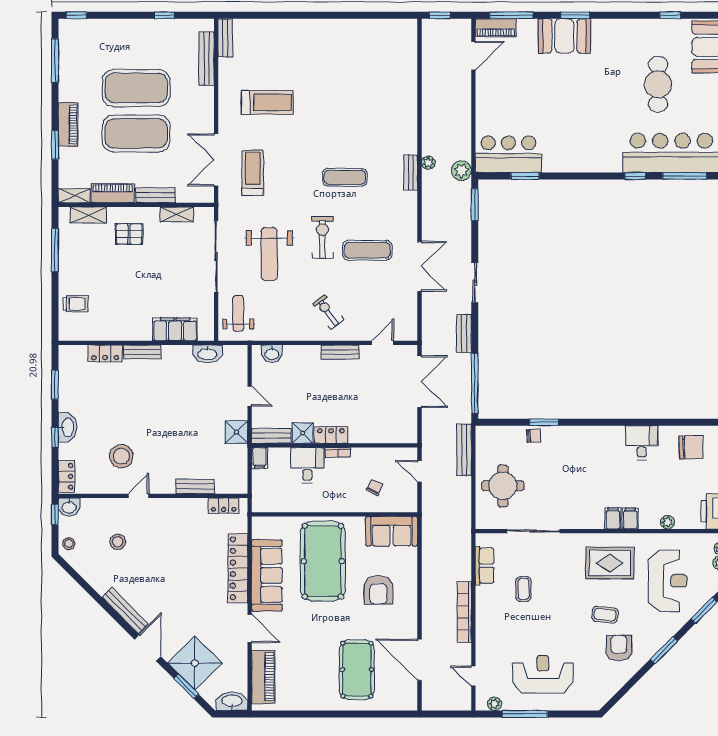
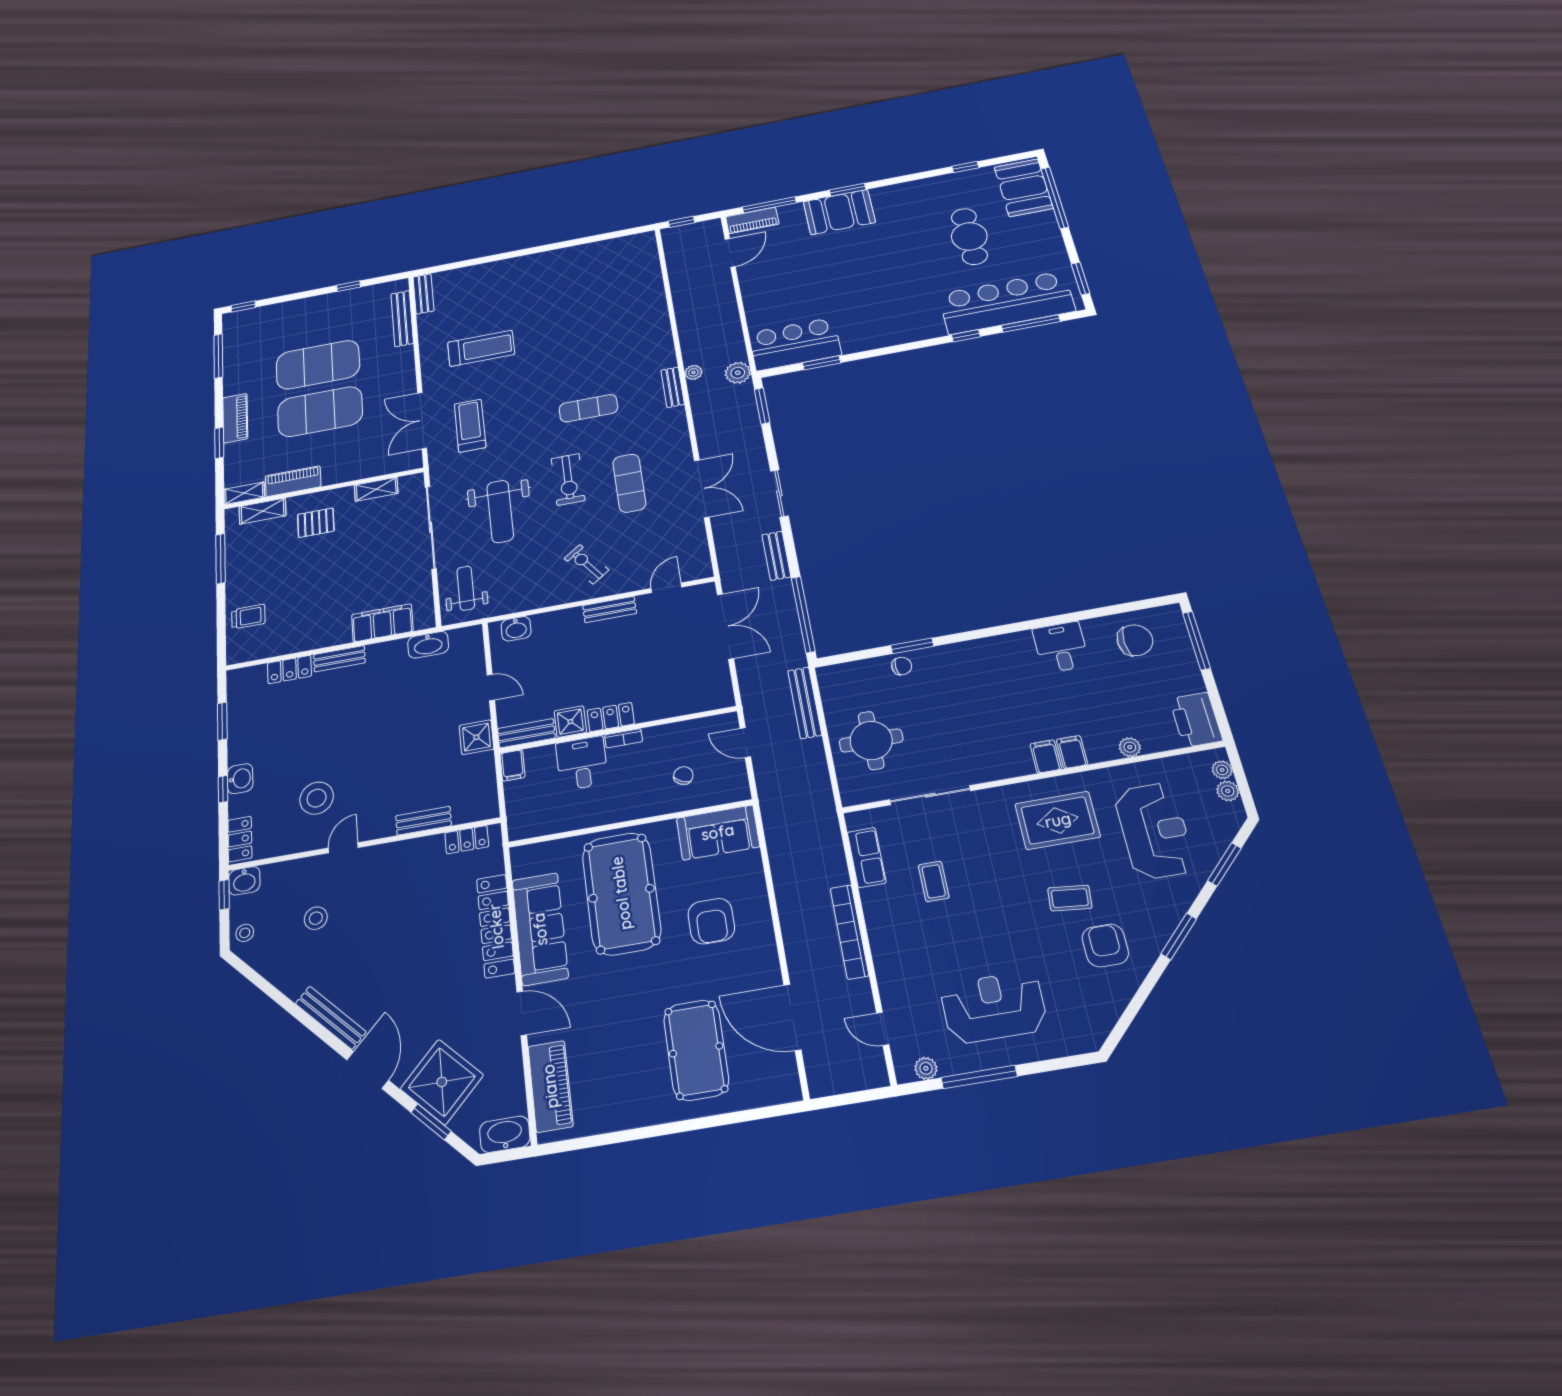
bench: (155, 195) -> (348, 473), removed
exercise bike: (322, 237) -> (568, 479), turned 180
exercise mat: (367, 250) -> (629, 483), turned 90
washbasin: (67, 427) -> (240, 779), width x0.72

